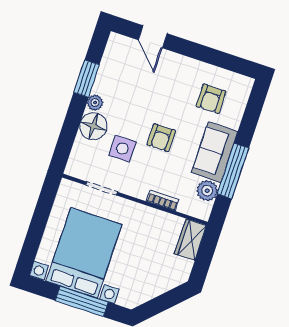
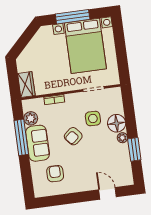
armchair: (161, 138) -> (73, 136), turned -130

